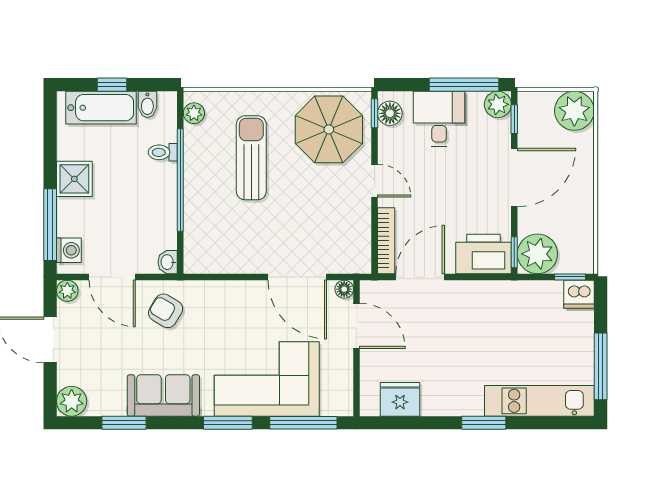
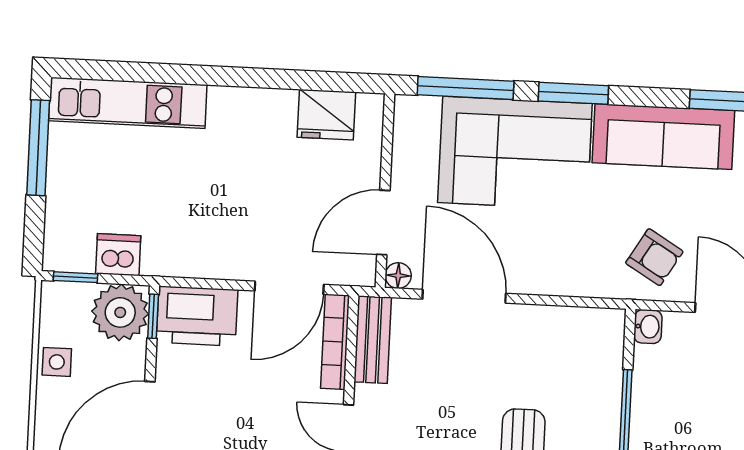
side table: (580, 217) -> (57, 362), added
bench: (360, 243) -> (373, 340), added
dishwasher: (579, 294) -> (118, 255), moved
door: (356, 326) -> (383, 222), hinge flipped
sofa: (163, 395) -> (663, 137), width x1.36
window: (484, 423) -> (209, 75), removed

